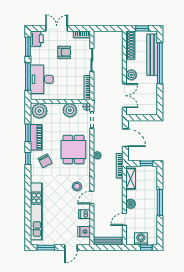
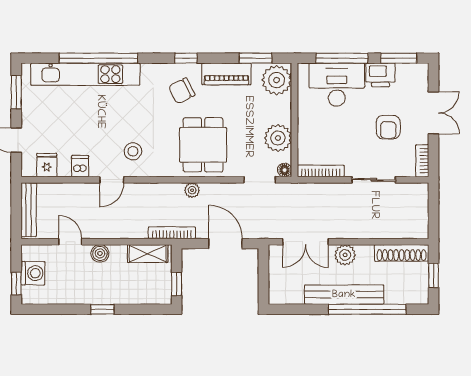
printer: (37, 39) -> (380, 75), moved
bench: (152, 55) -> (344, 295), moved
window: (28, 133) -> (256, 58), moved
door: (125, 138) -> (225, 244), swing flipped
dining table: (73, 149) -> (203, 145), turned 90
door: (92, 197) -> (112, 180), swing flipped
window: (160, 202) -> (102, 309), width x0.46
window: (28, 204) -> (98, 58), added

